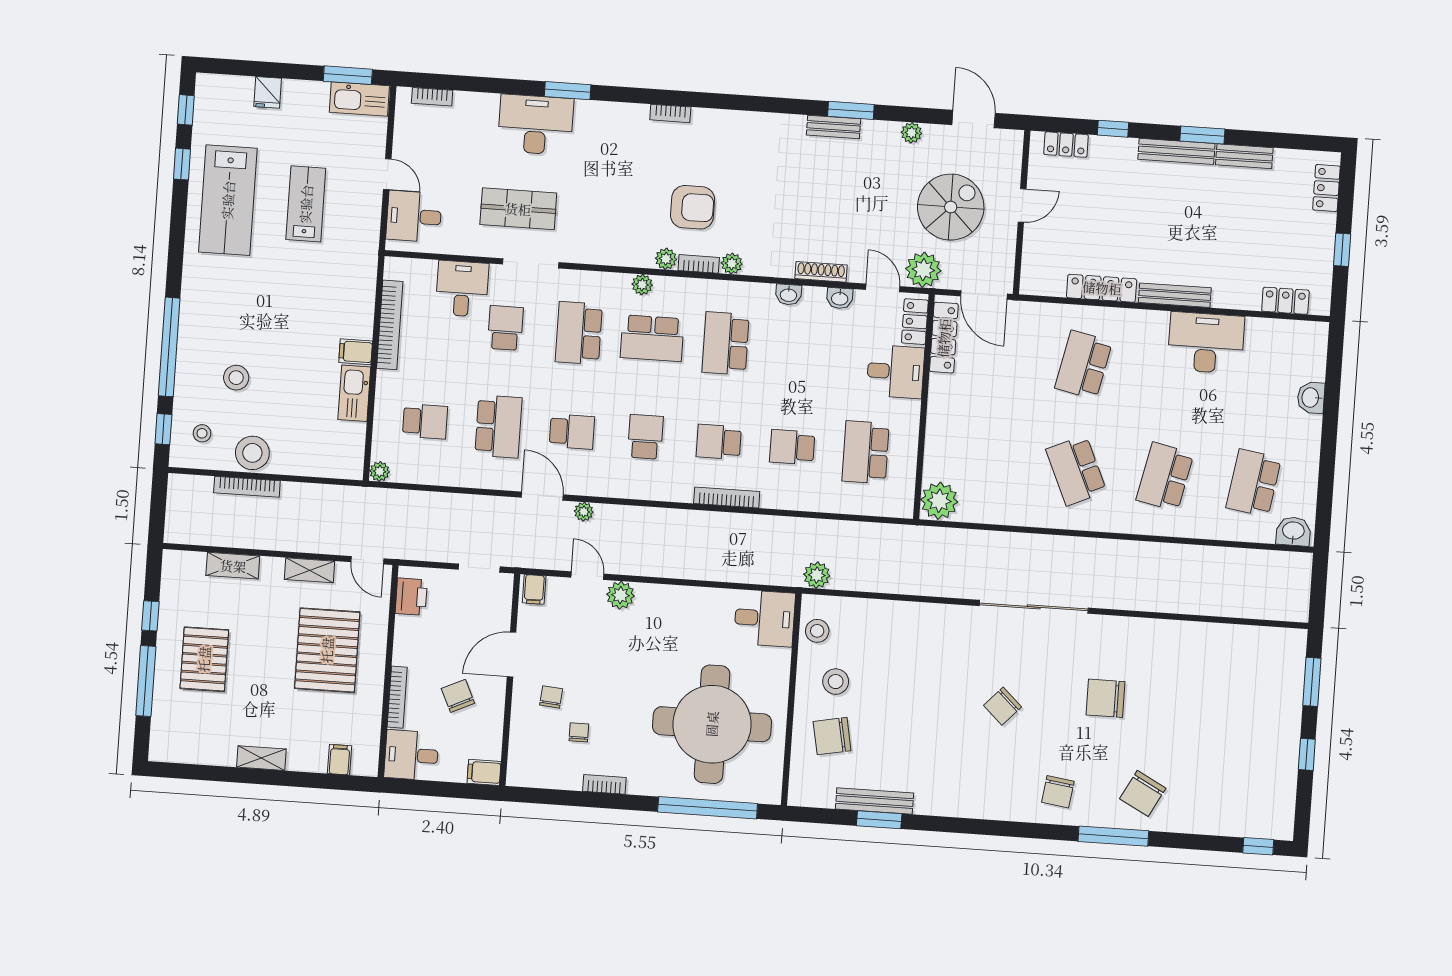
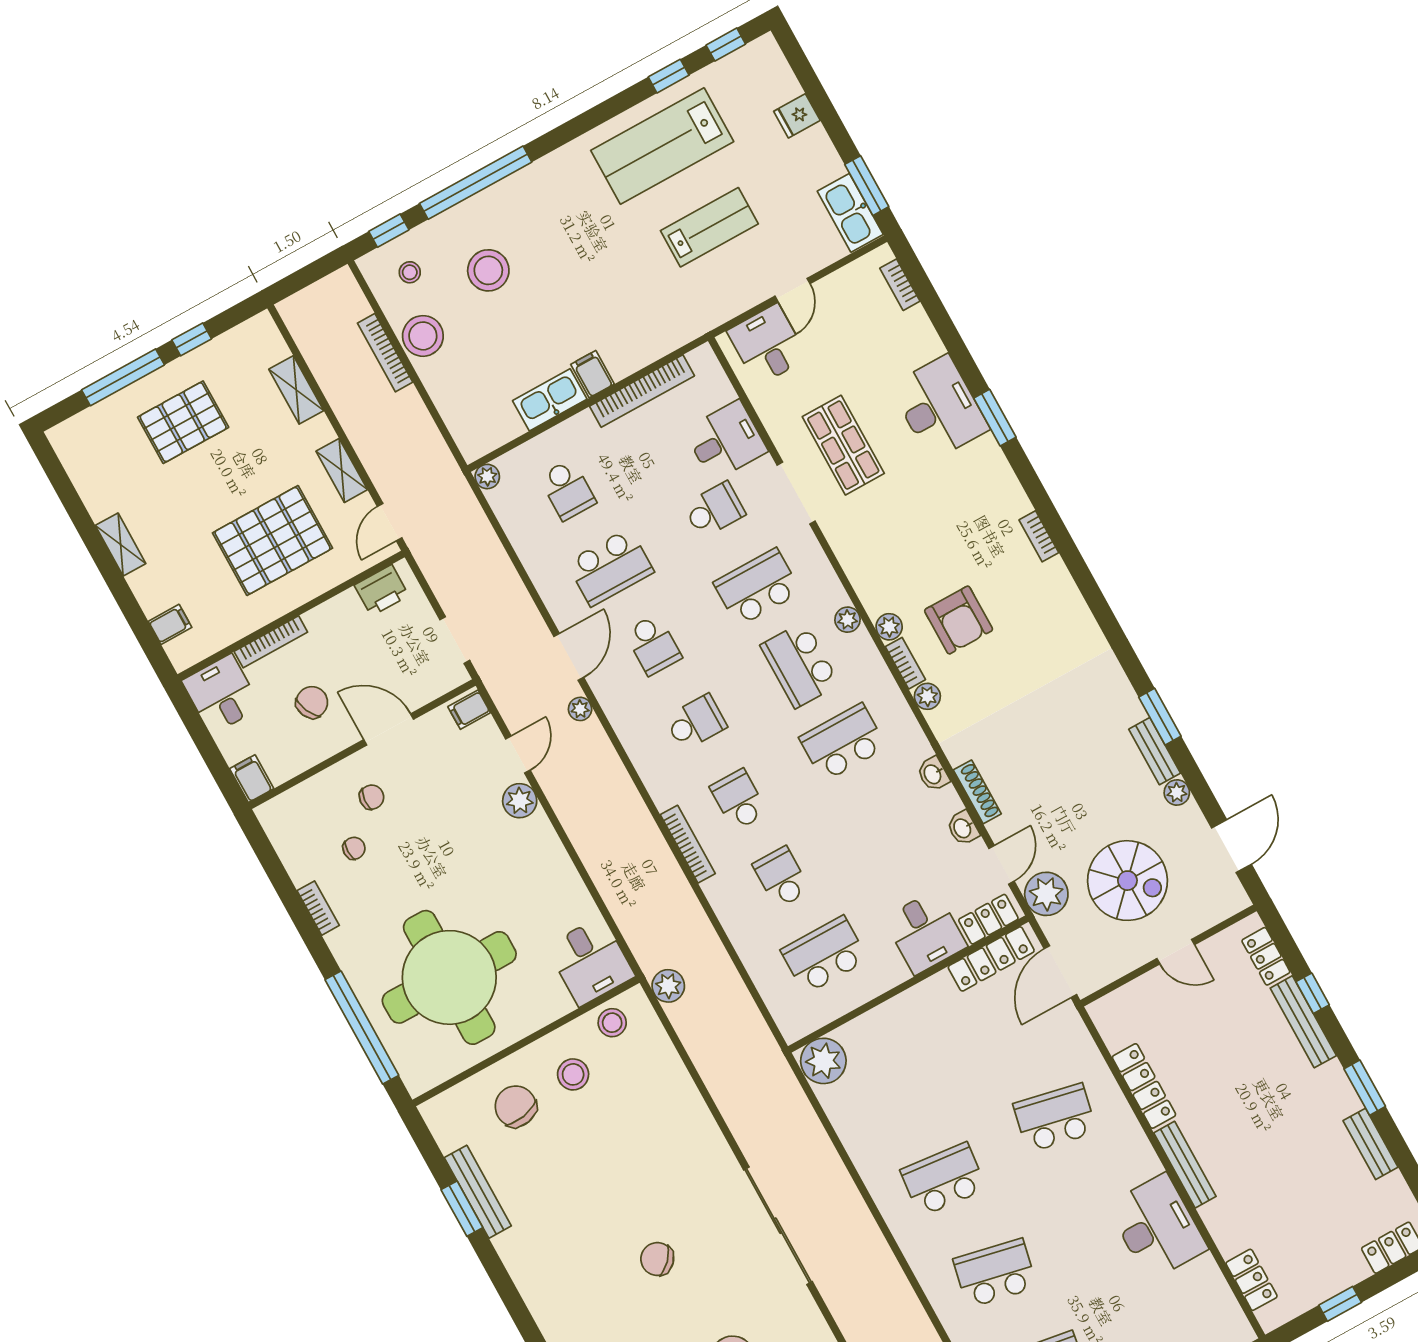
bench: (834, 127) -> (1155, 751), moved
bench: (1176, 151) -> (1303, 1022), moved
stool: (236, 378) -> (488, 270), width x1.38, depth x1.38
school desk: (1076, 470) -> (943, 1179), turned 30

